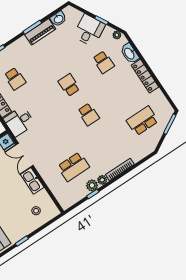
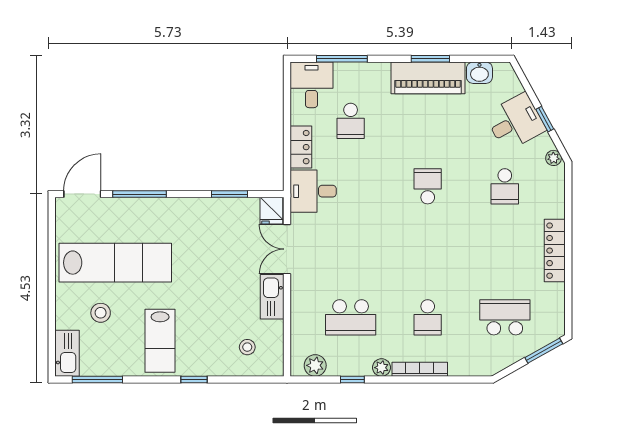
piano: (40, 32) -> (428, 78), width x1.37, depth x1.33
washbasin: (130, 53) -> (554, 200), removed
school desk: (88, 114) -> (428, 317), moved
plant: (92, 185) -> (315, 365), moved

